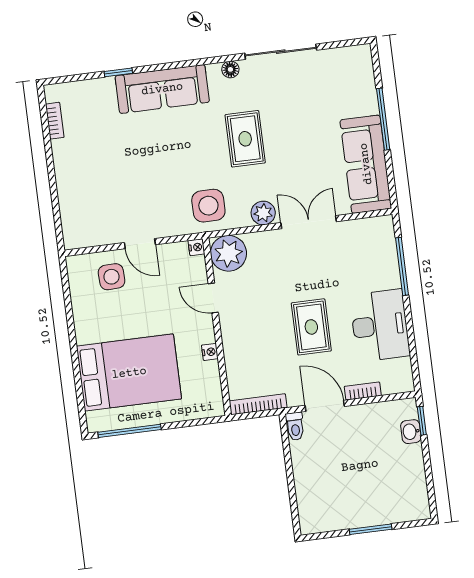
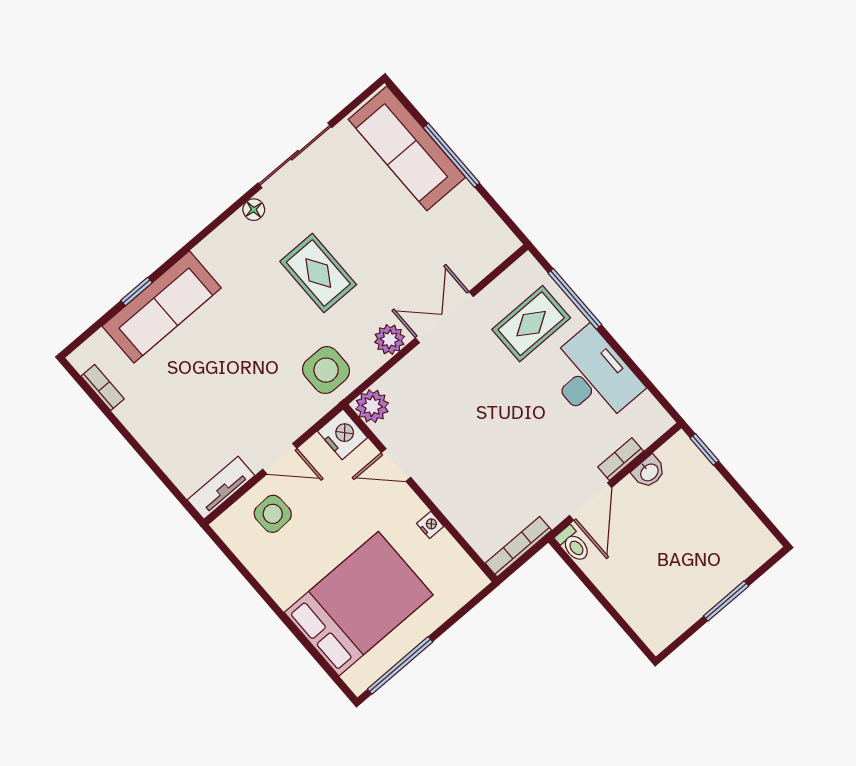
sofa: (162, 89) -> (162, 307), moved
sofa: (366, 164) -> (407, 148), moved
tv unit: (89, 237) -> (221, 488), added
nightstand: (196, 247) -> (343, 434), width x1.89, depth x1.79
plant: (228, 253) -> (372, 406), width x0.73, depth x0.73
rug: (311, 327) -> (531, 324), moved, turned 90
door: (325, 406) -> (591, 502), swing flipped
washbasin: (411, 432) -> (649, 472), moved, turned -90

